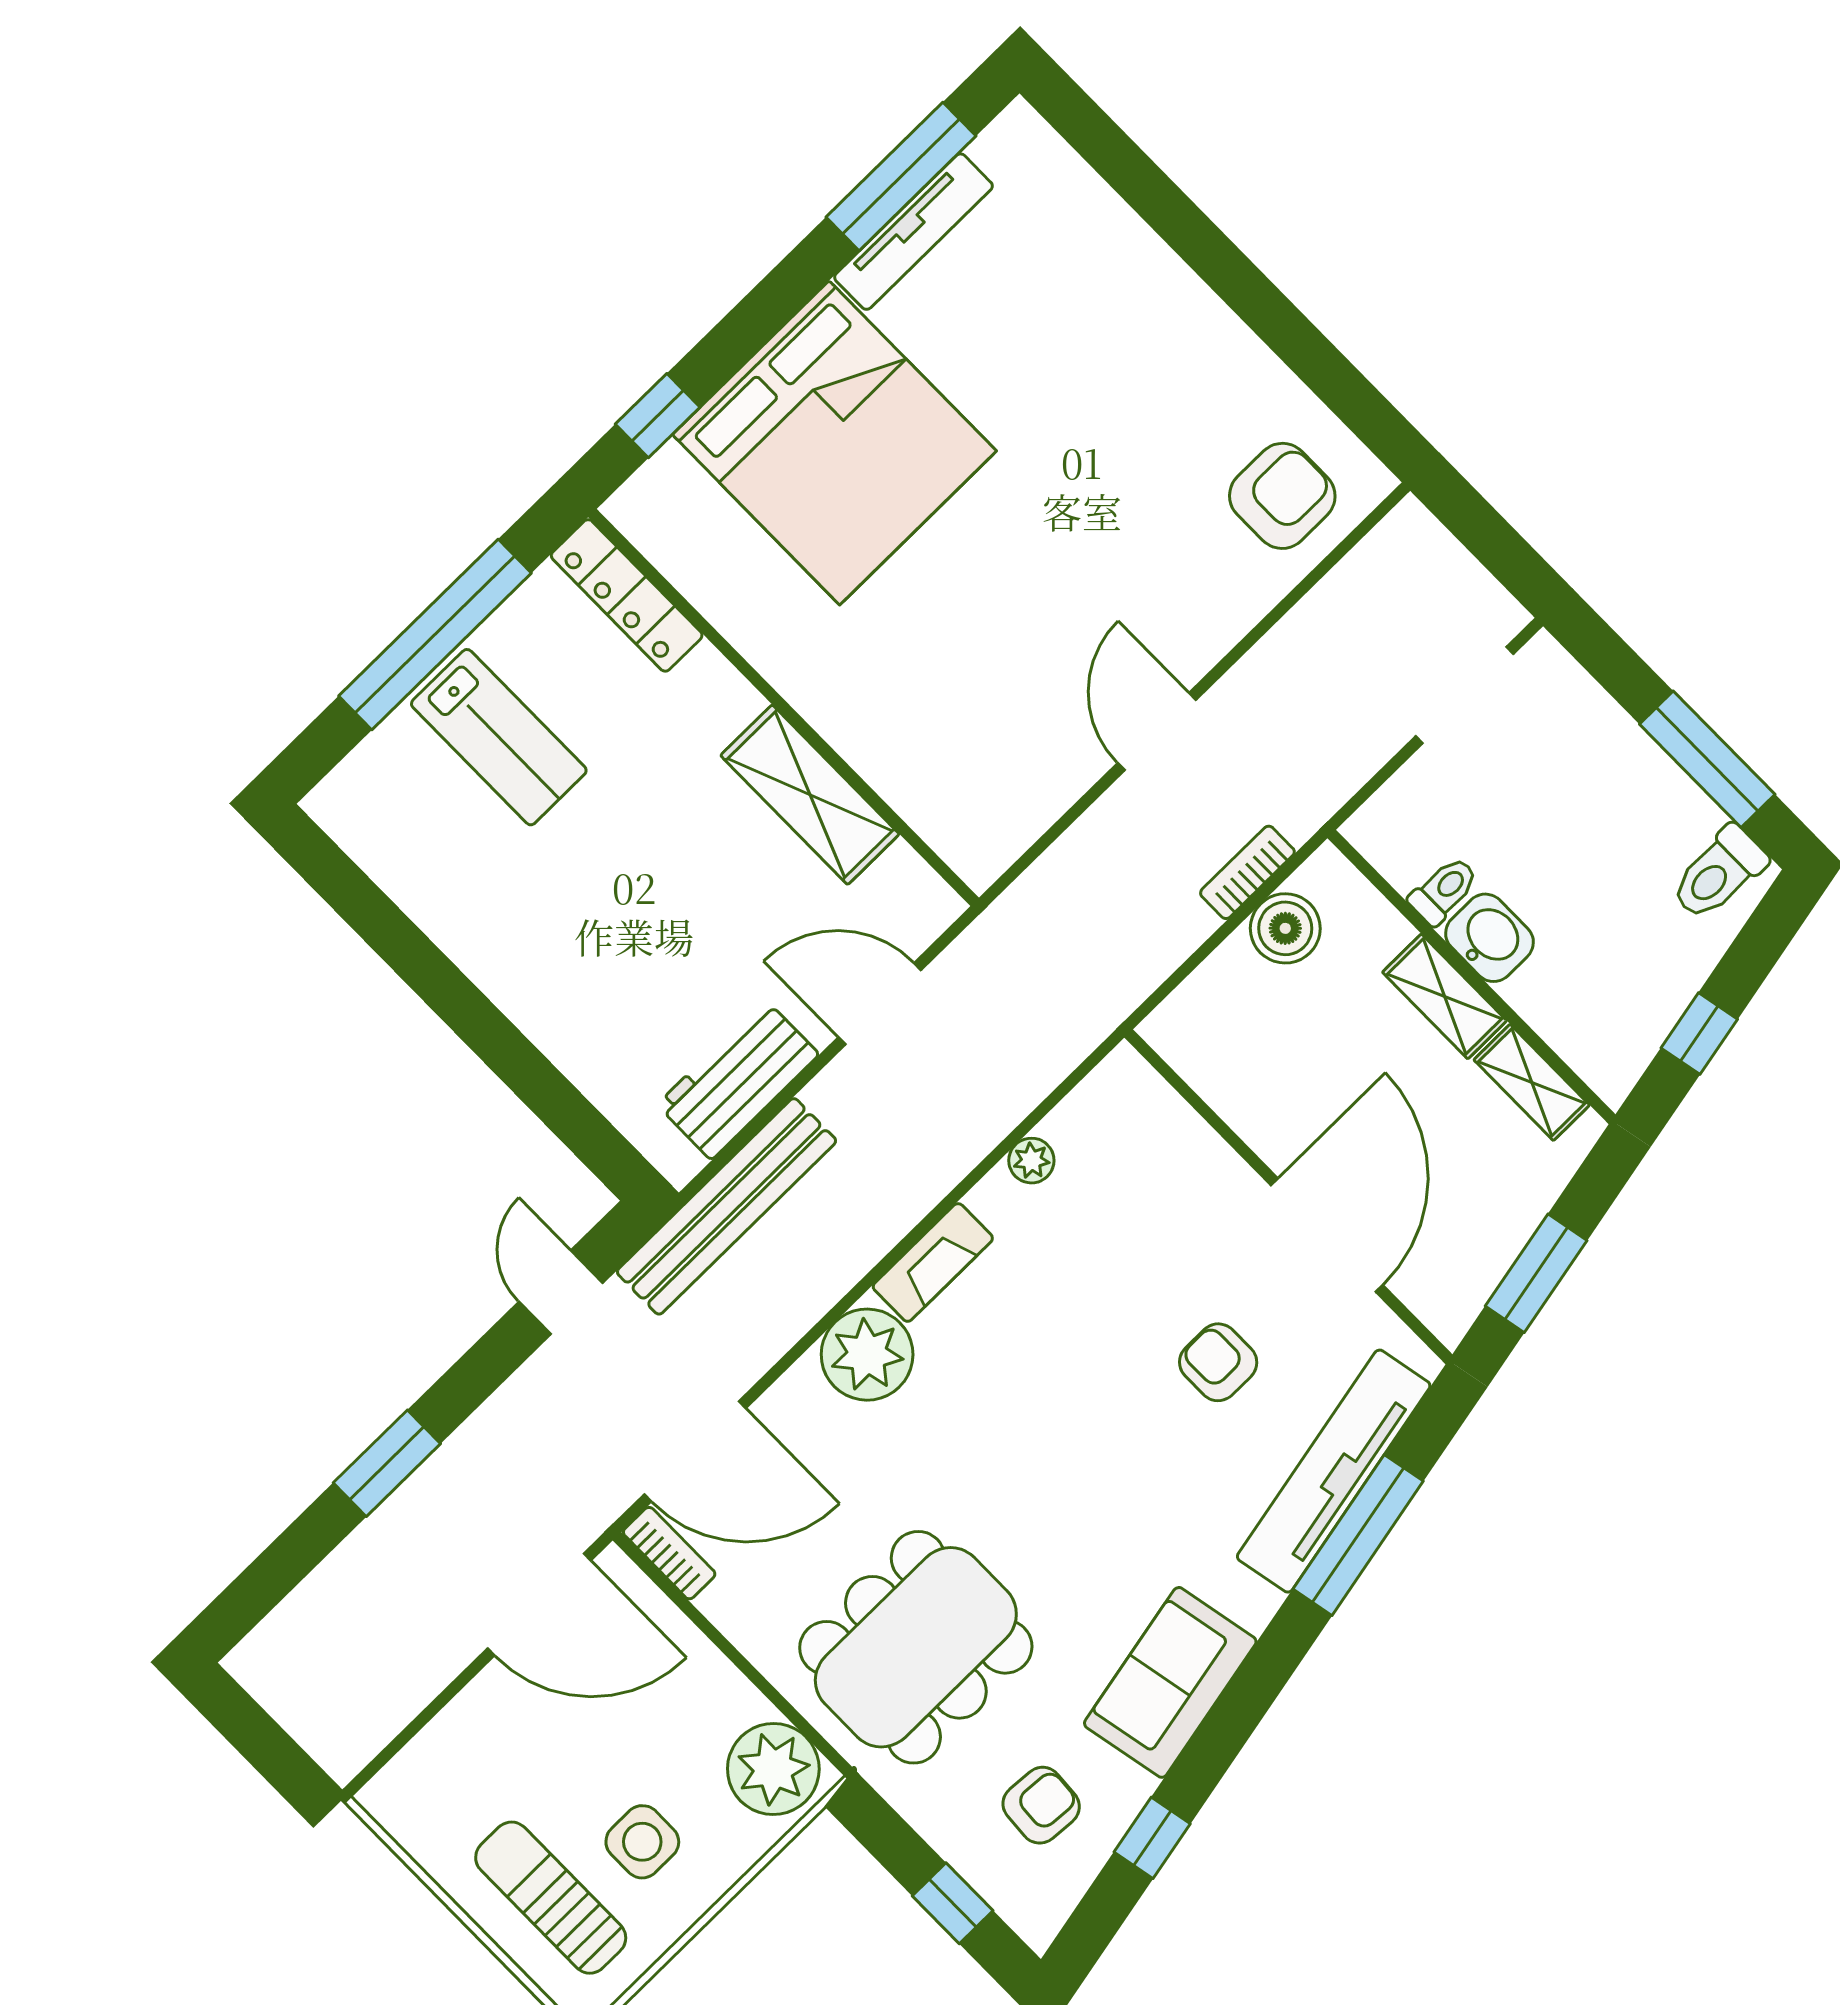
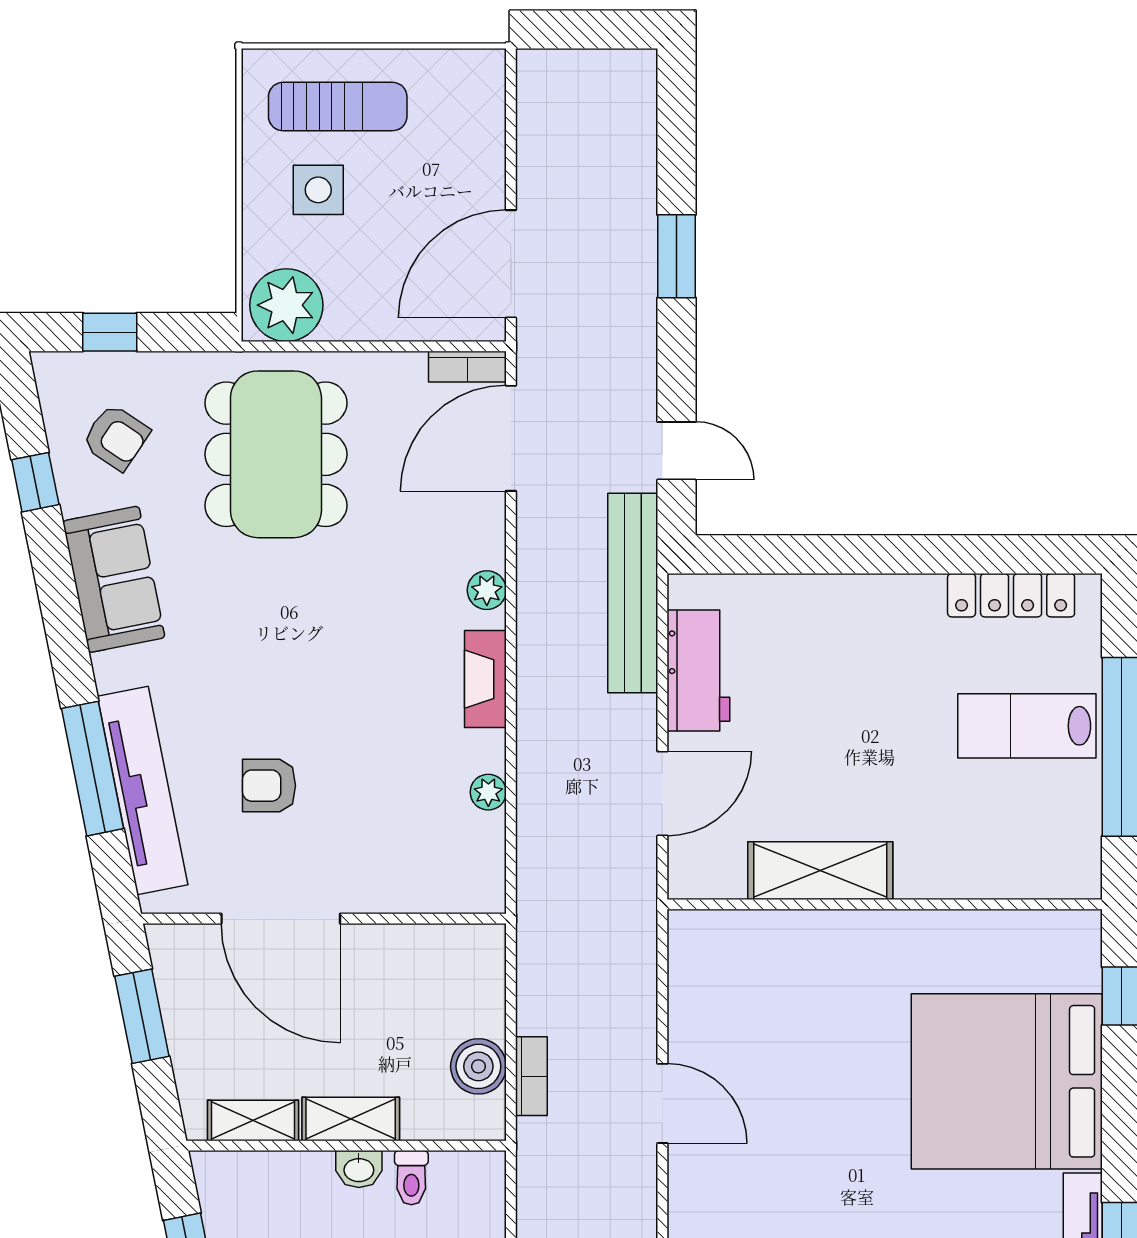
locker: (627, 595) -> (1011, 595), moved, turned 180
washbasin: (1490, 938) -> (359, 1169), width x0.72, depth x0.69
plant: (867, 1355) -> (487, 590), width x0.53, depth x0.53
armchair: (1218, 1362) -> (269, 786), turned 180
armchair: (1041, 1805) -> (116, 437), turned -60

